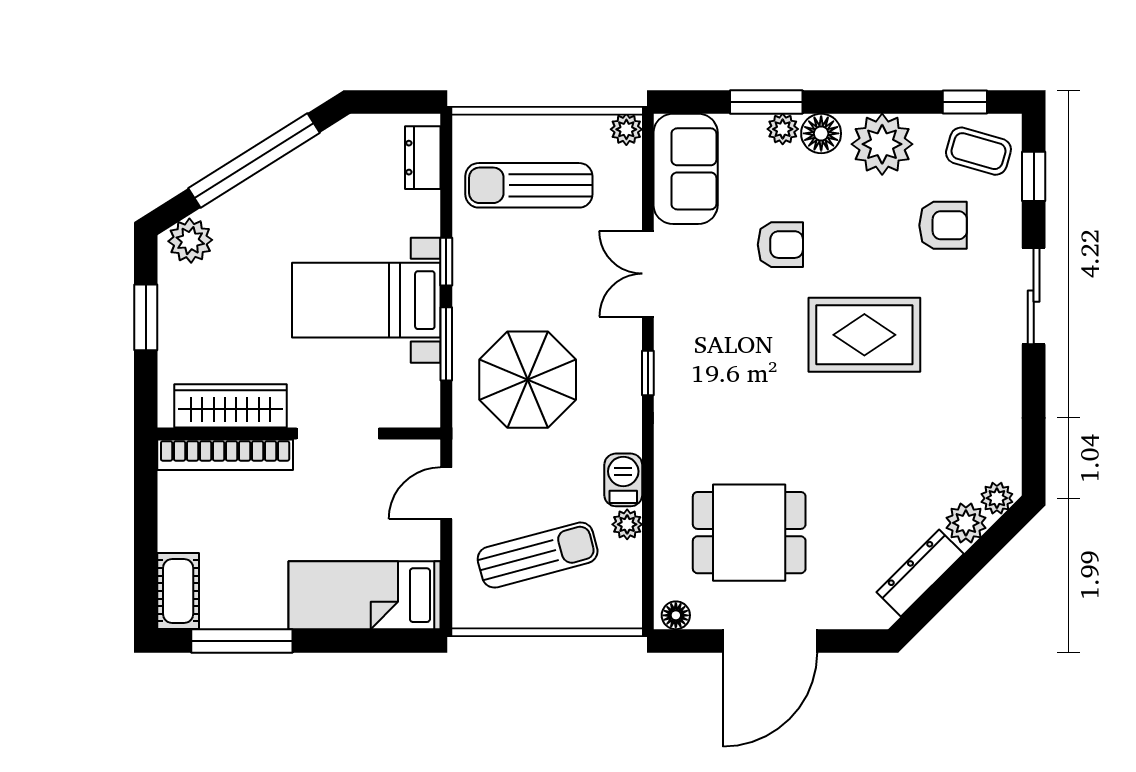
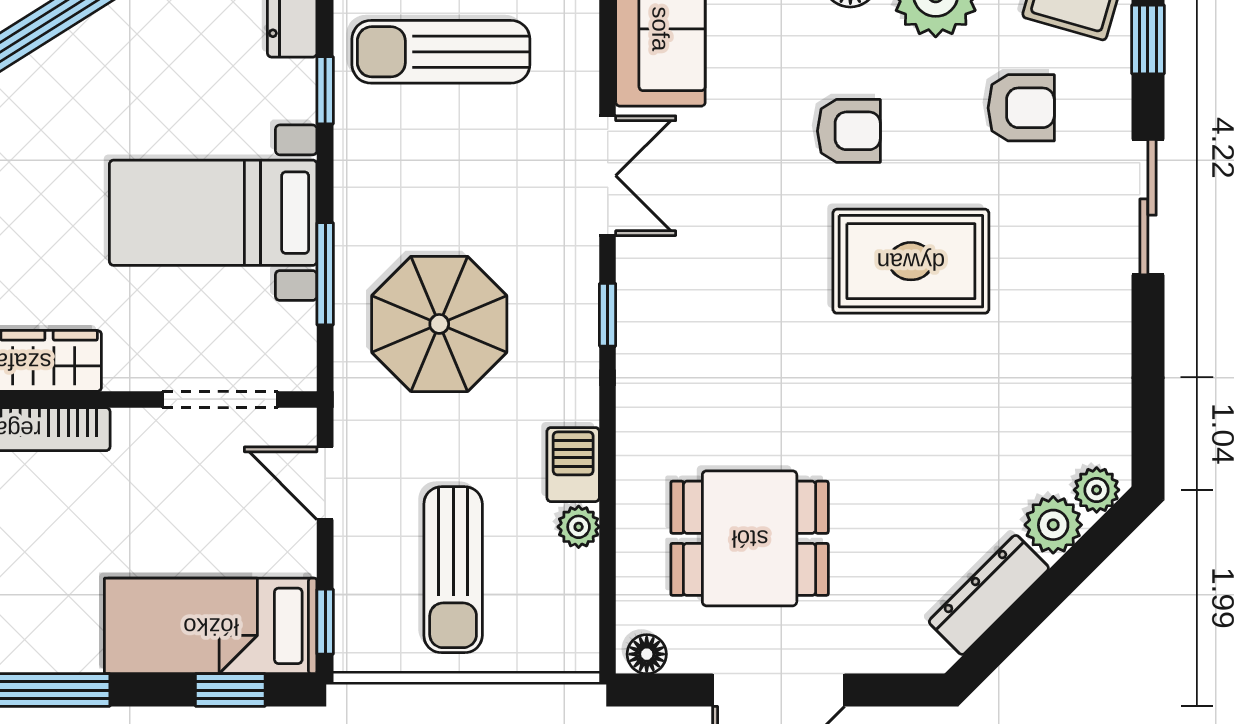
armchair: (780, 245) -> (849, 131), moved
window: (446, 262) -> (325, 90), moved
double door: (648, 274) -> (608, 176), swing flipped
doorway: (338, 433) -> (220, 399), moved
door: (446, 493) -> (325, 483), hinge flipped
sun lounger: (538, 555) -> (453, 570), turned 105
window: (446, 592) -> (325, 622), added
window: (379, 641) -> (230, 690), added

